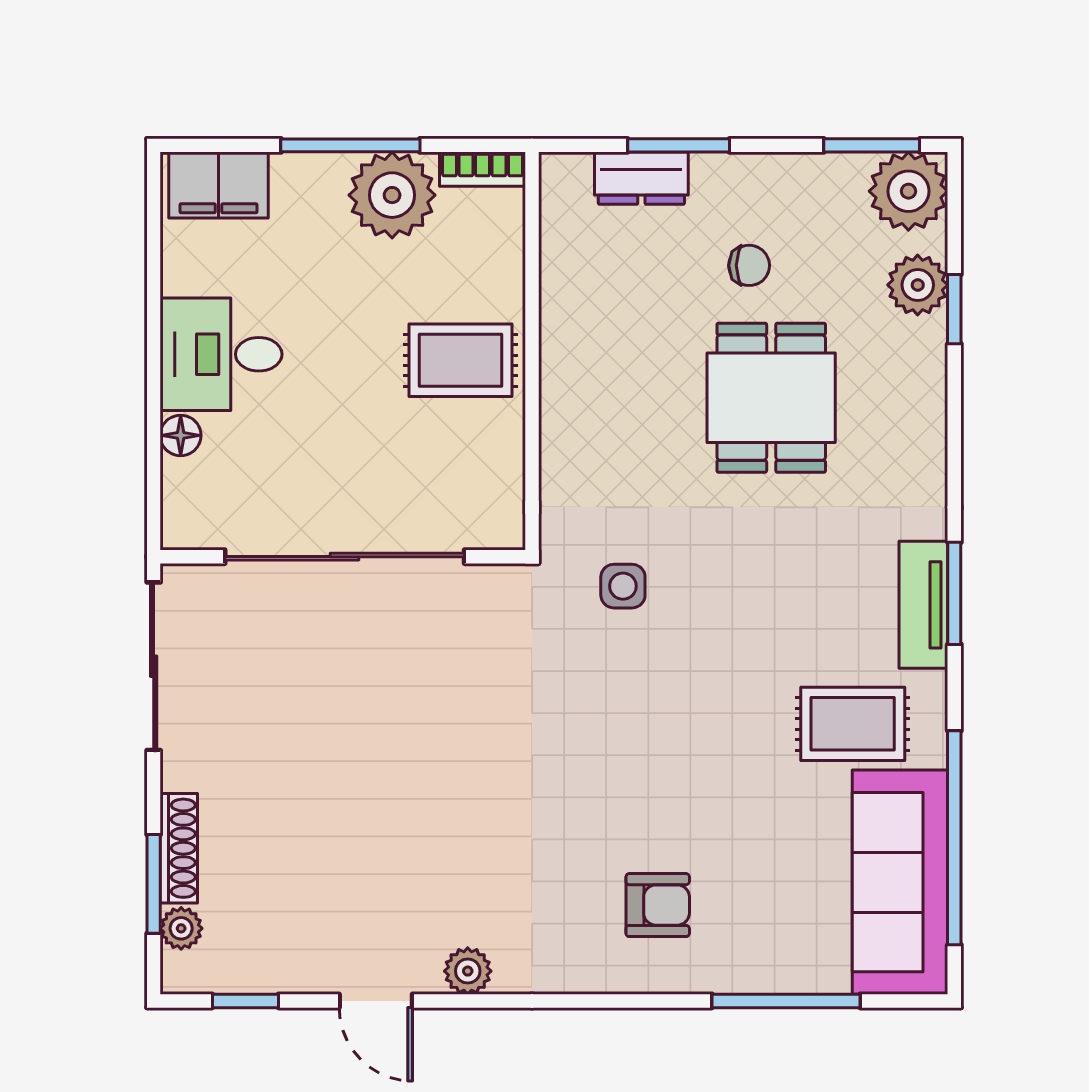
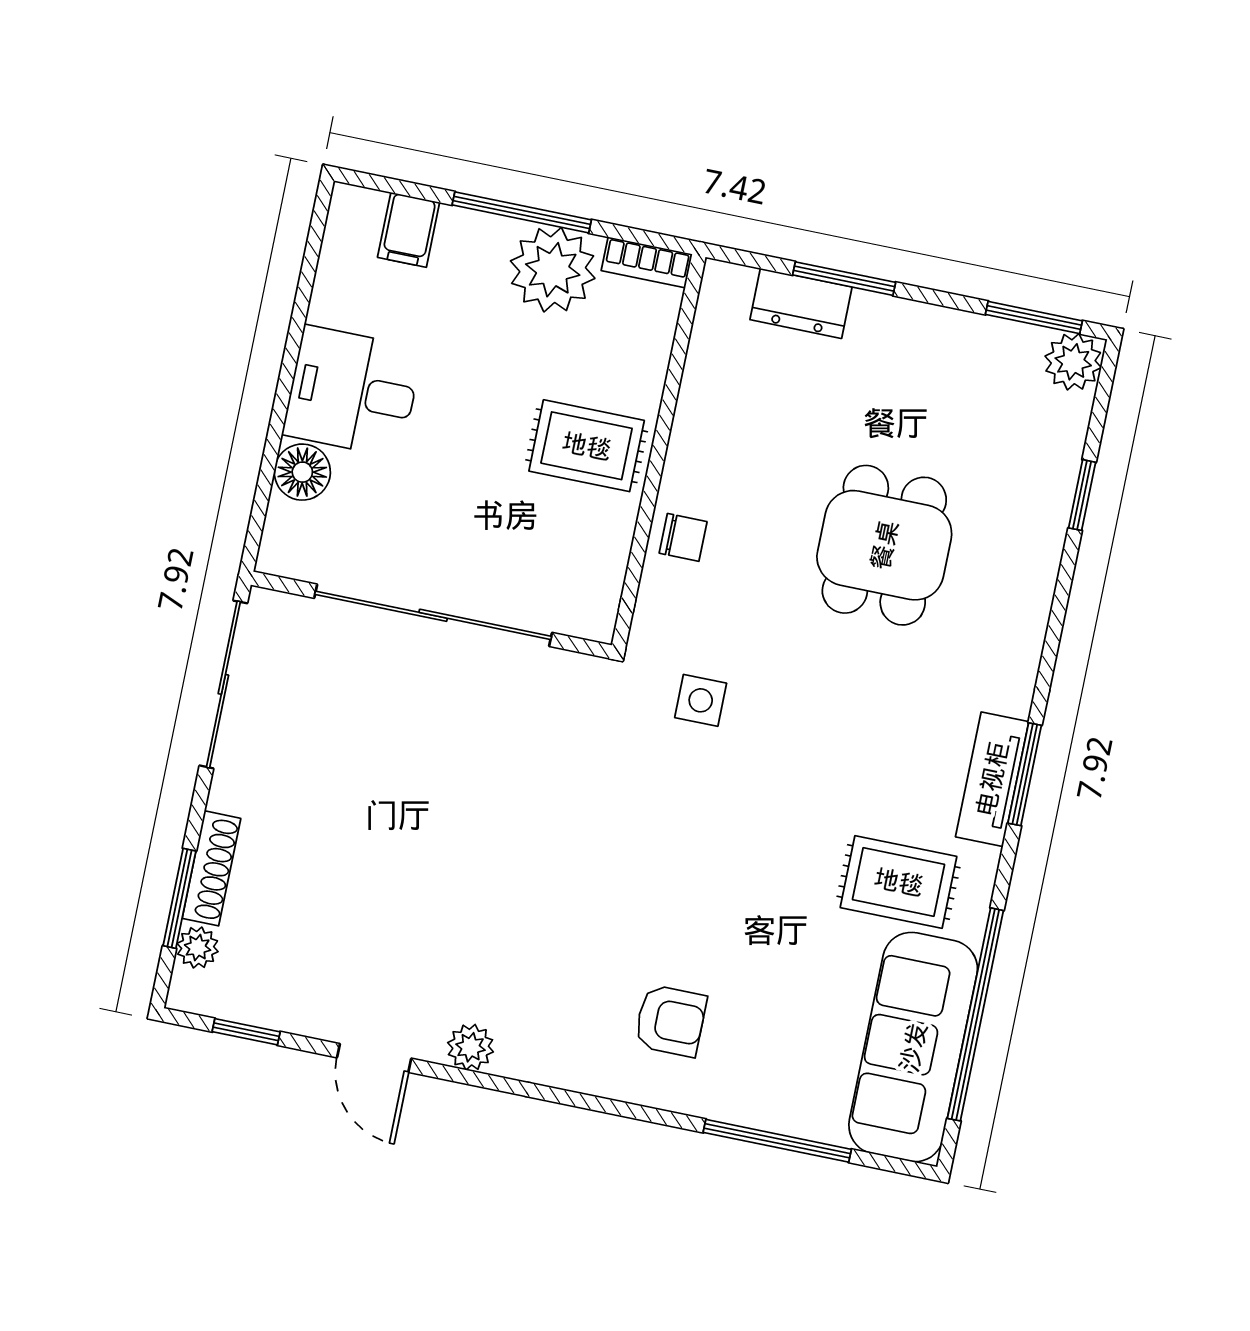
filing cabinet: (219, 185) -> (409, 230), width x0.50
plant: (908, 191) -> (1073, 362), width x0.73, depth x0.73
chair: (749, 265) -> (683, 537), moved
plant: (918, 285) -> (1051, 464), removed
floor lamp: (181, 435) -> (302, 472), width x1.37, depth x1.37

